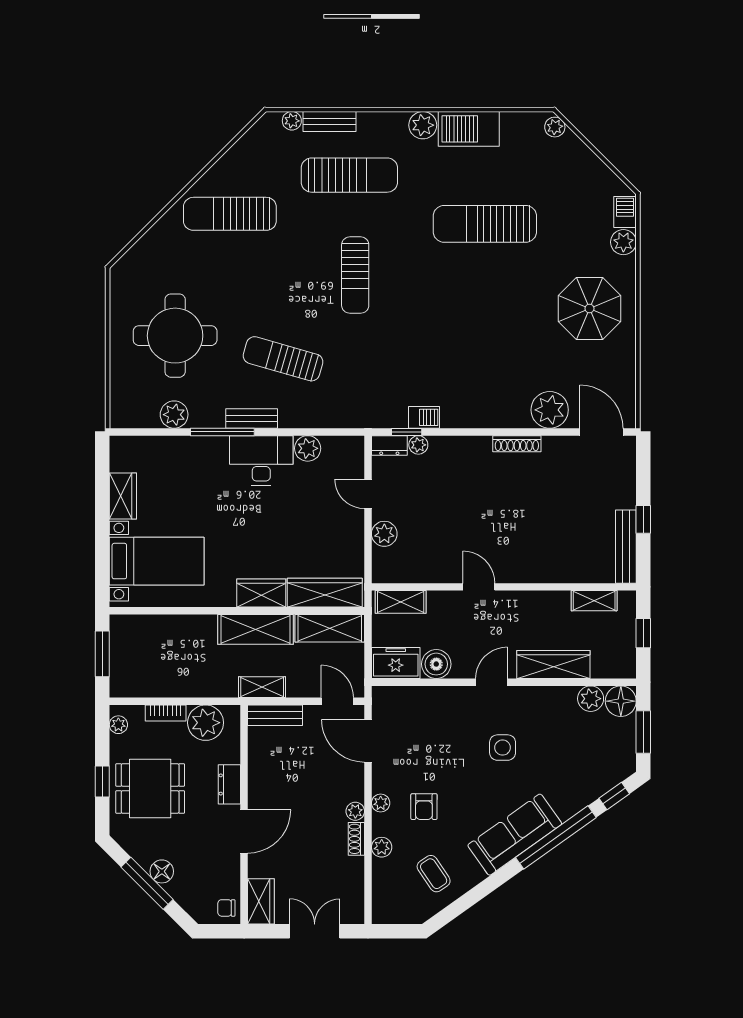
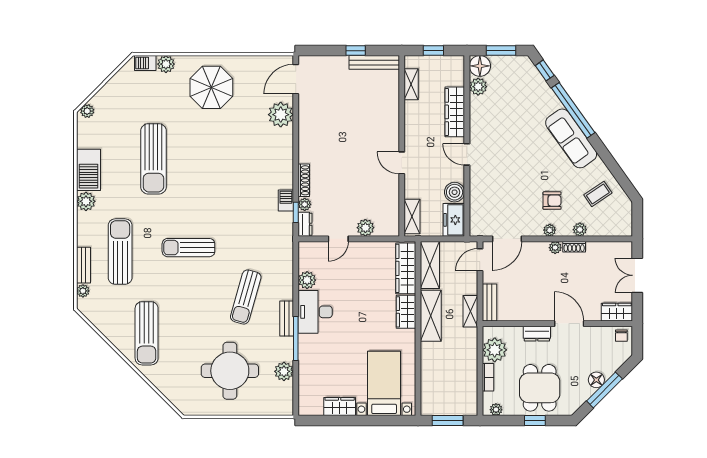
sun lounger: (355, 275) -> (188, 248), turned 180
shoe rack: (517, 444) -> (304, 180), moved
door: (479, 587) -> (402, 163), hinge flipped
side table: (503, 748) -> (512, 147), removed

